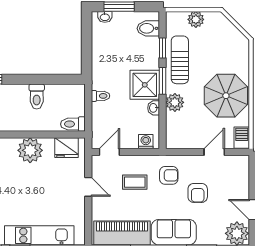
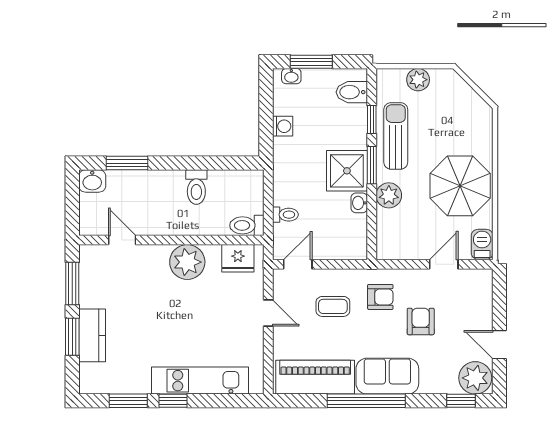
toilet: (101, 96) -> (285, 215), moved
washing machine: (146, 142) -> (283, 126), moved, turned 90
armchair: (198, 193) -> (421, 321), turned 180

